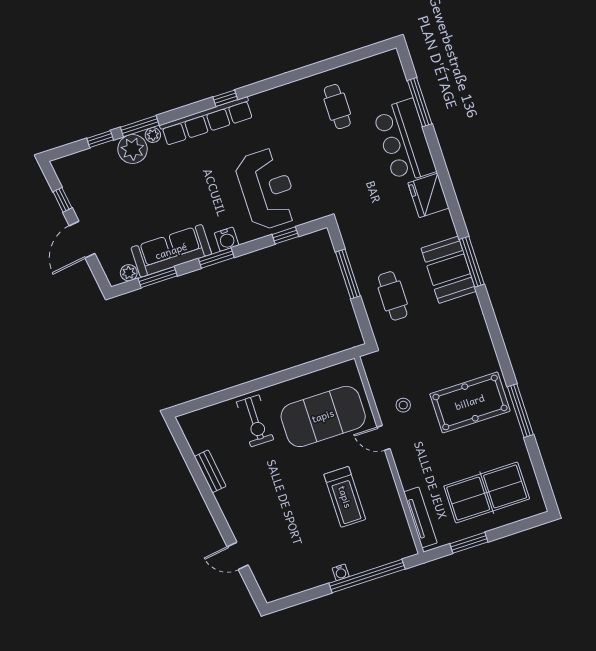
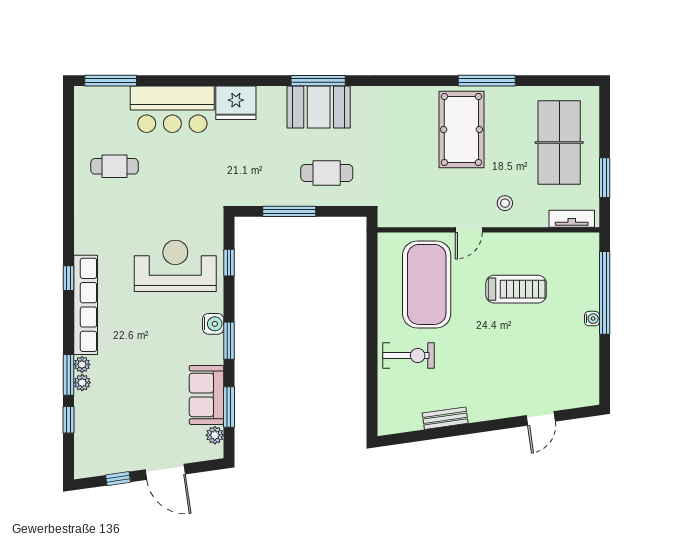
window: (420, 102) -> (111, 81), moved
plant: (133, 149) -> (82, 383), width x0.53, depth x0.53
sofa: (171, 251) -> (207, 395), width x0.73
stool: (403, 405) -> (505, 203), moved
tv unit: (420, 517) -> (572, 219), width x0.71

